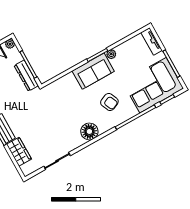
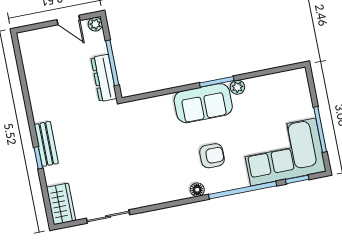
tv unit: (152, 41) -> (302, 88), removed
armchair: (109, 102) -> (212, 156), turned -66
floor lamp: (89, 131) -> (197, 190), moved, width x0.53, depth x0.53
wardrobe: (19, 152) -> (61, 204), moved

